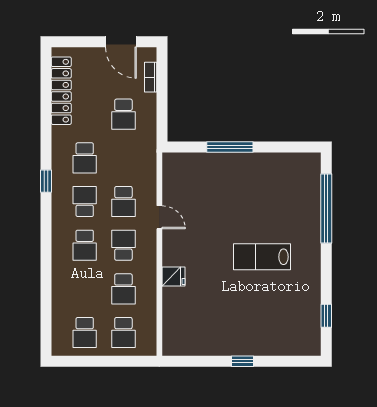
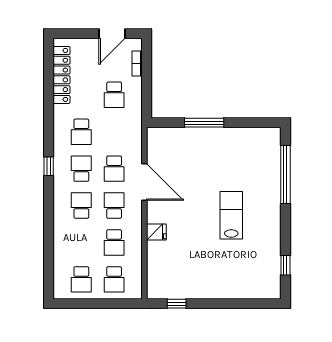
door: (121, 42) -> (112, 34), hinge flipped
window: (46, 181) -> (49, 166), moved
door: (159, 217) -> (144, 182), width x1.87
school desk: (85, 245) -> (81, 206), turned 180
lab bench: (262, 257) -> (231, 215), turned 90
window: (243, 361) -> (177, 304), moved

